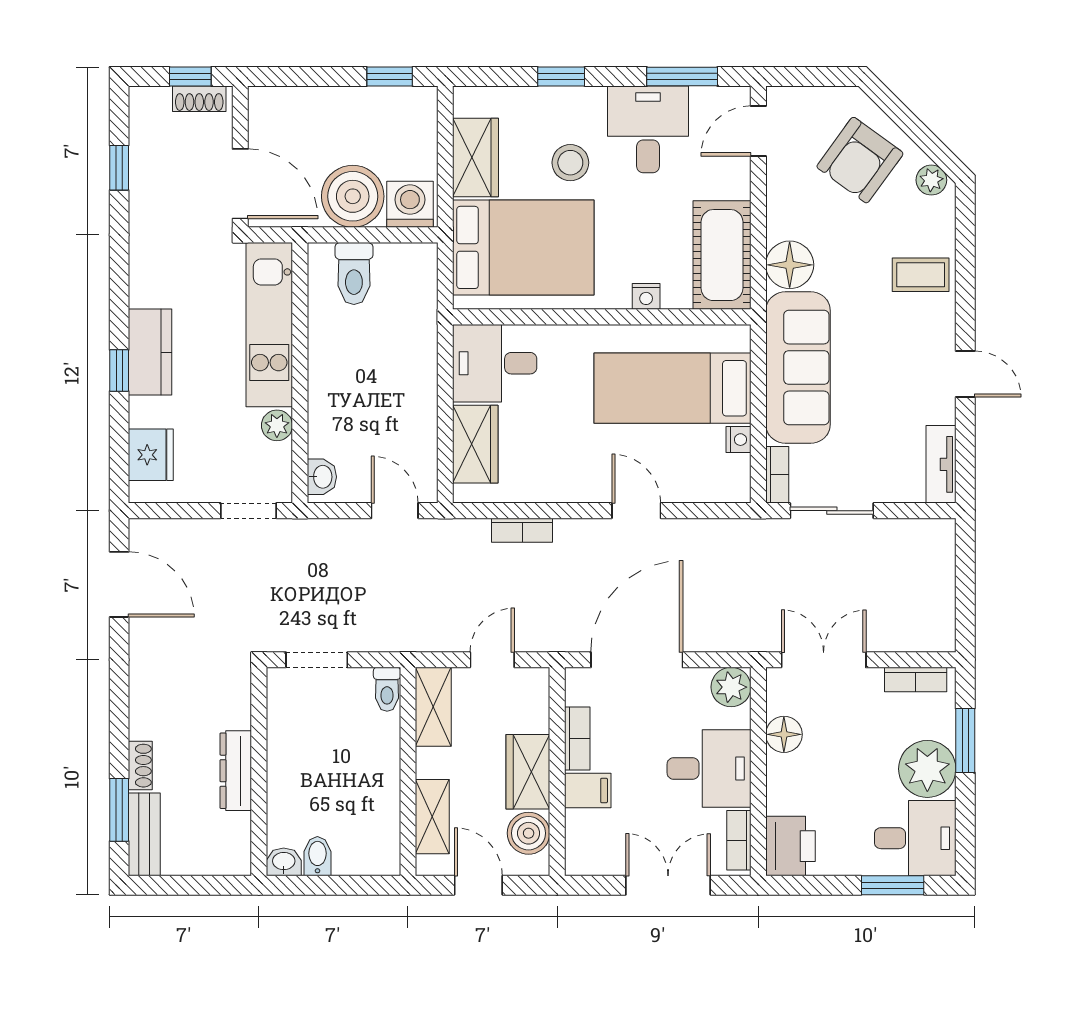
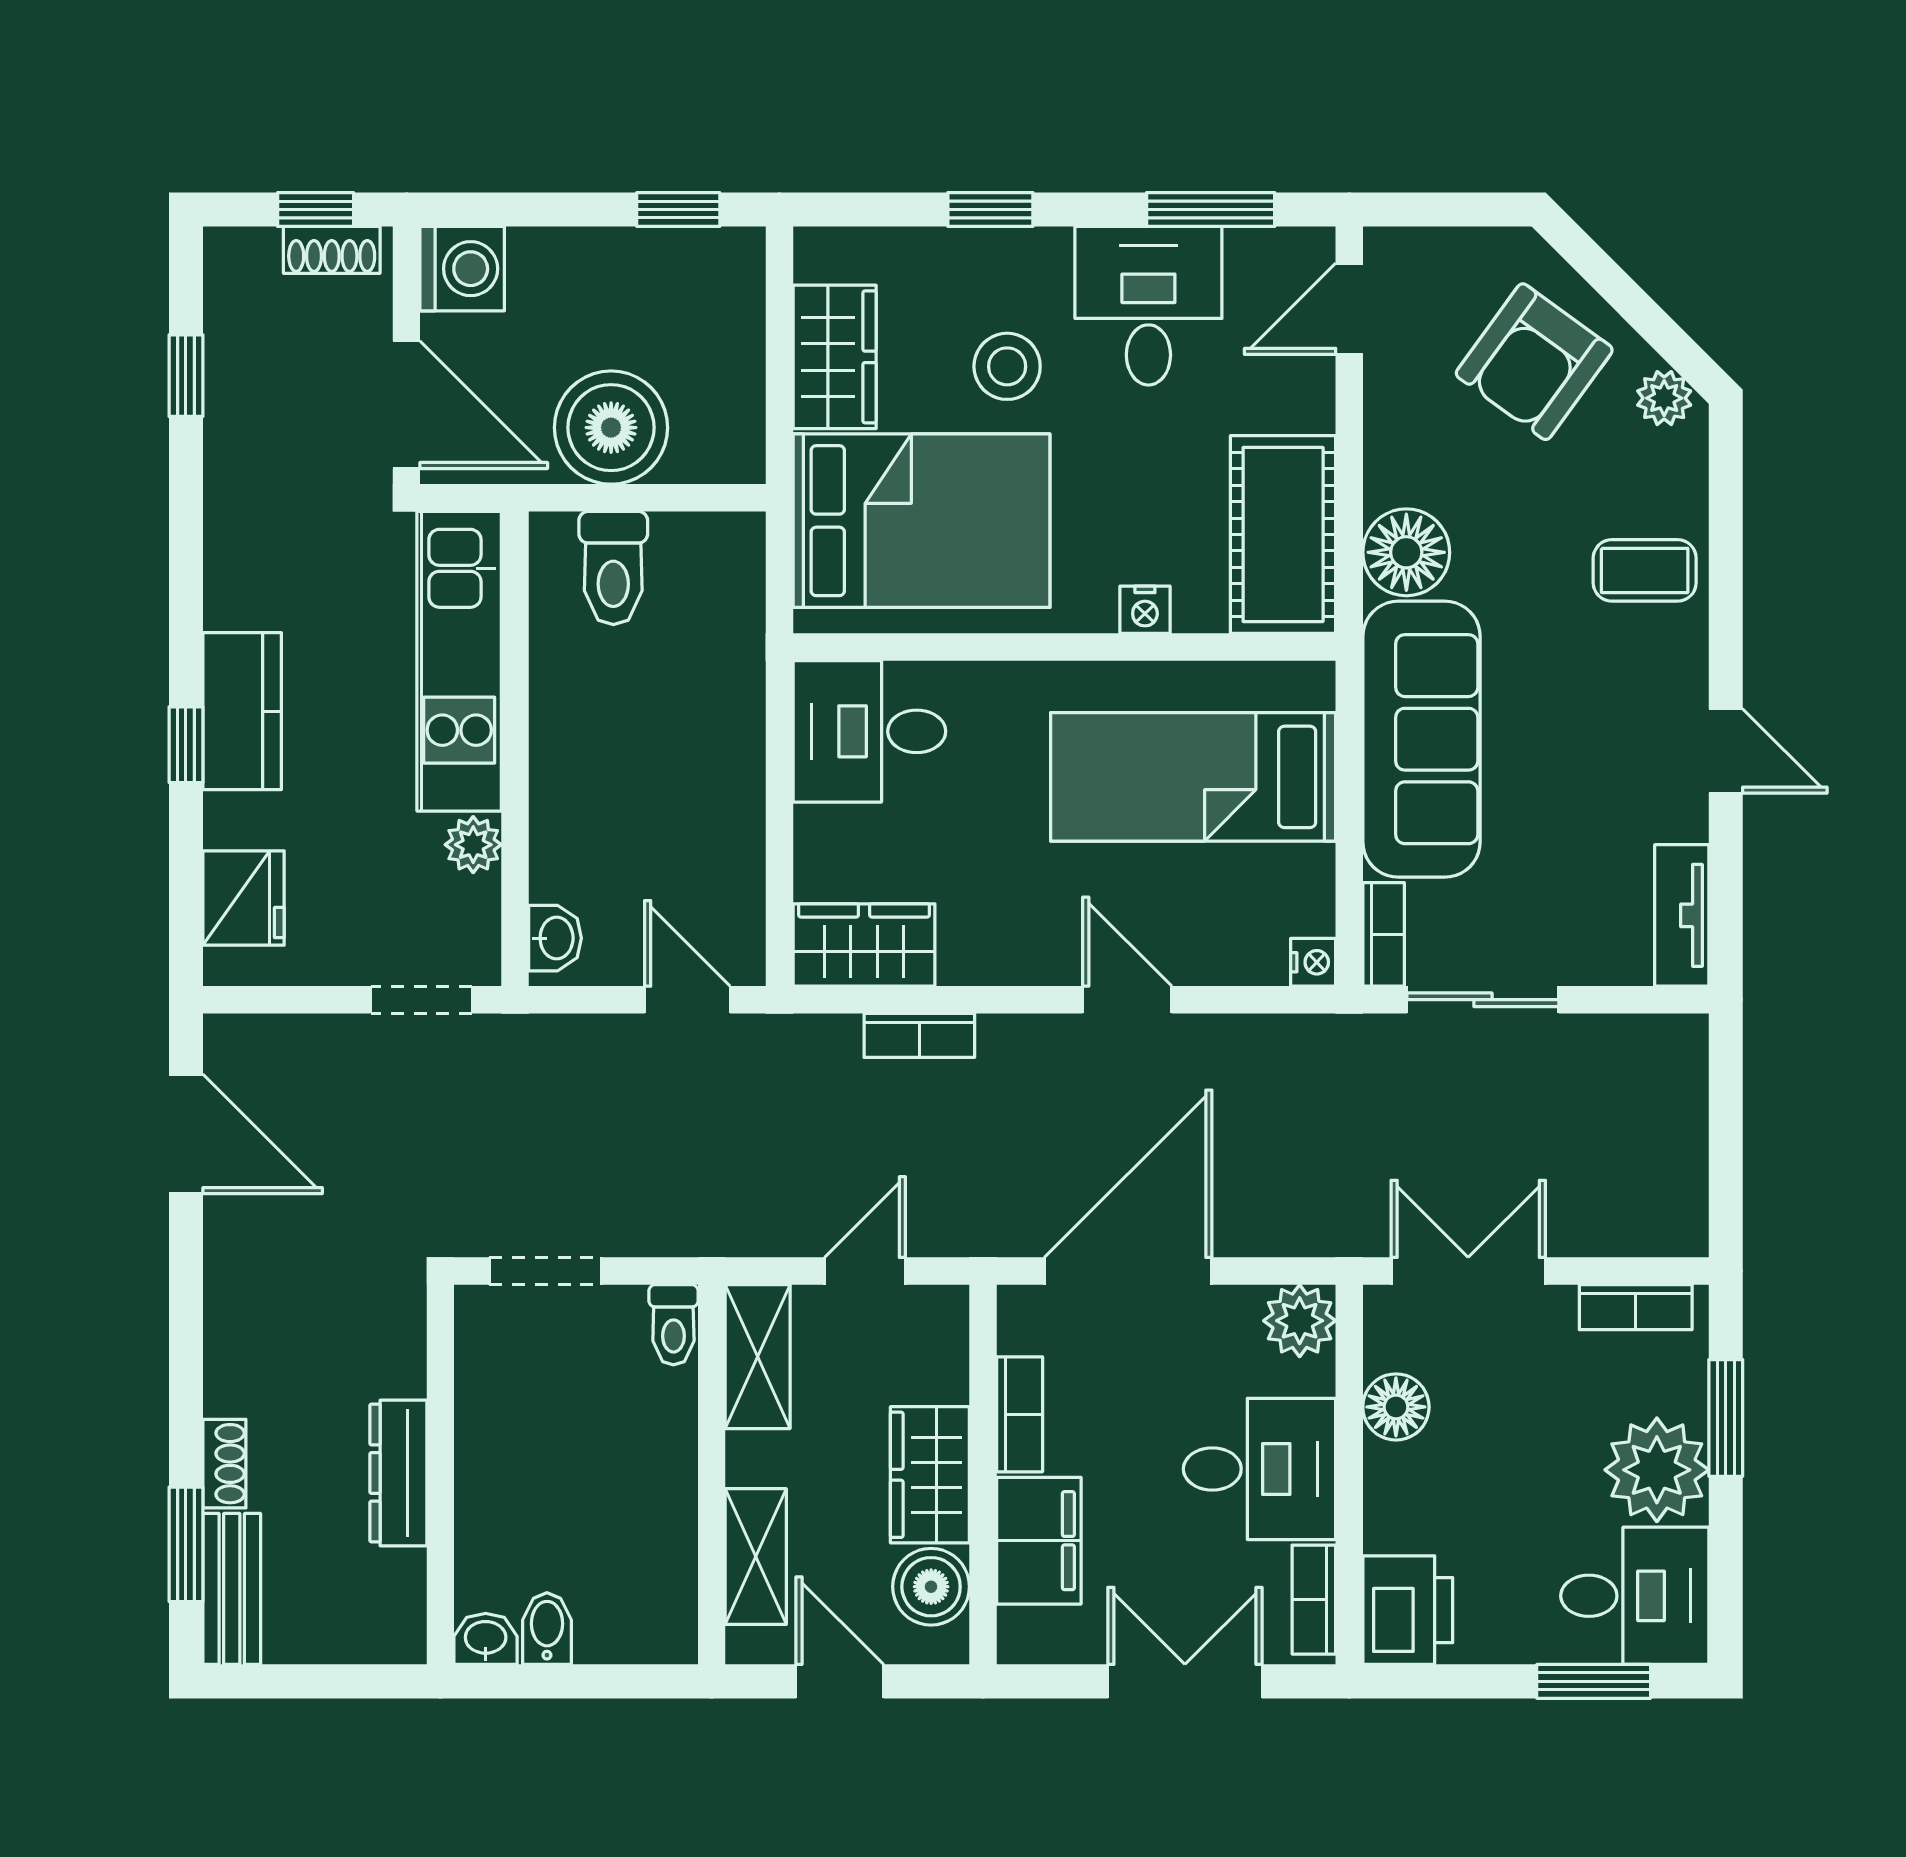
washing machine: (410, 204) -> (462, 269), moved, turned 90
nightstand: (738, 440) -> (1313, 962), moved
wardrobe: (475, 444) -> (864, 945), moved, turned -90
filing cabinet: (588, 790) -> (1039, 1541), width x2.00

